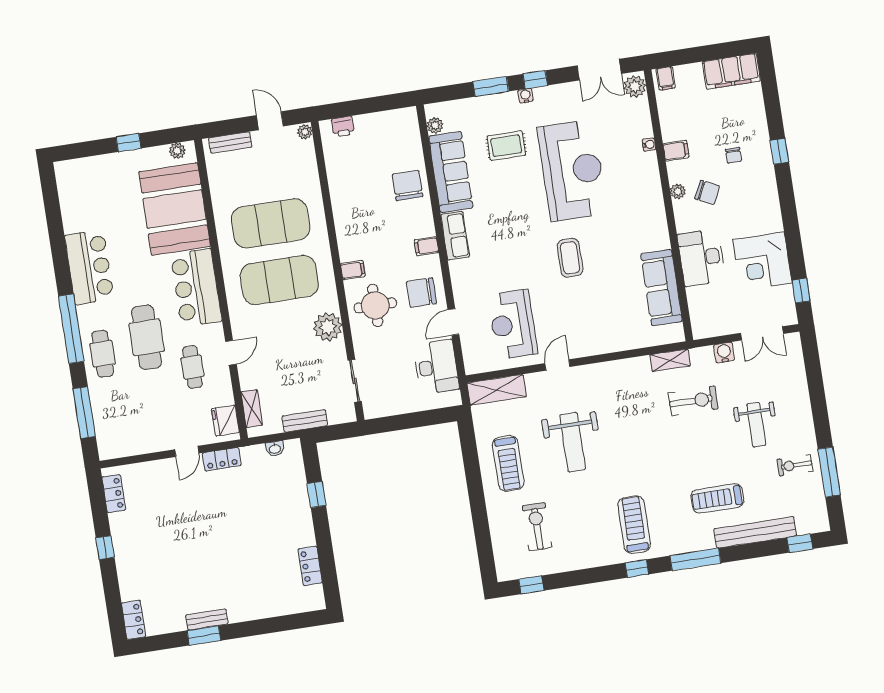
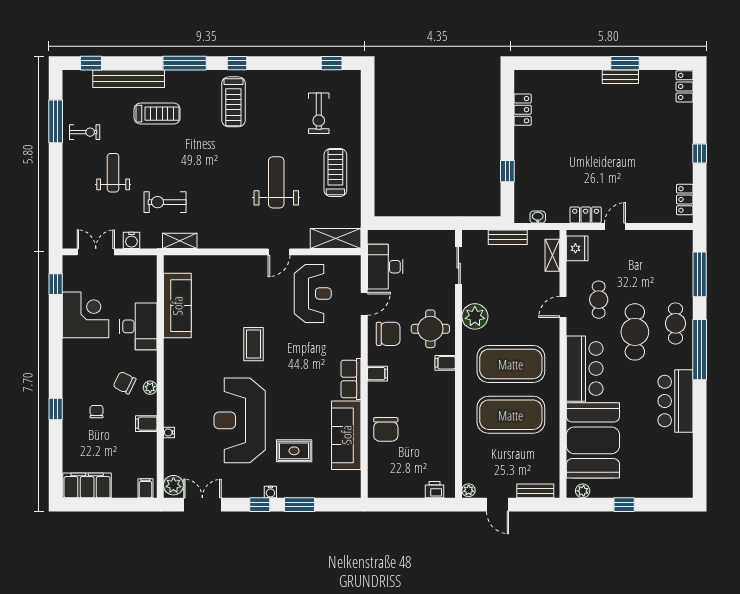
plant: (435, 125) -> (354, 478), removed

